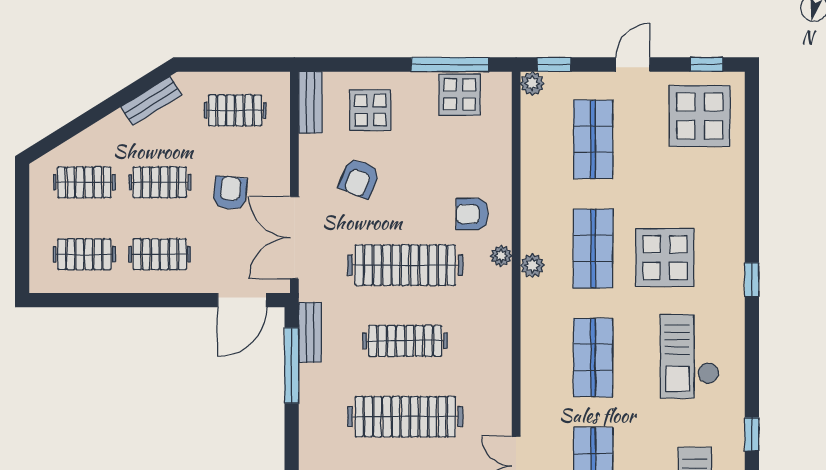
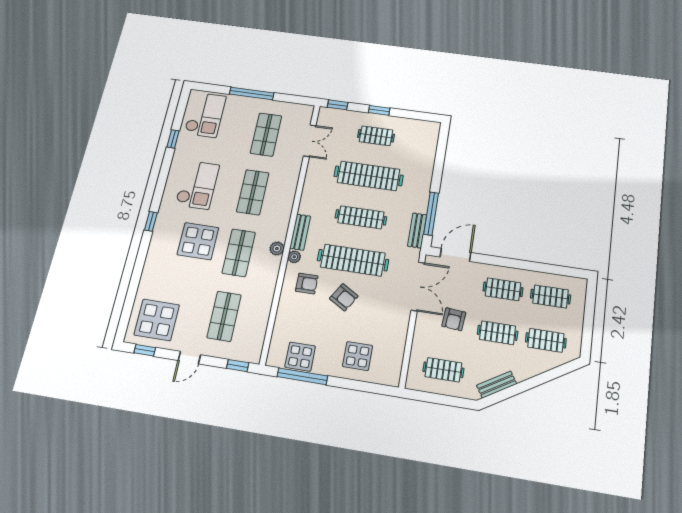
plant: (532, 83) -> (254, 356), removed
bench: (310, 102) -> (300, 232), moved
armchair: (359, 178) -> (344, 297), moved, turned 99

